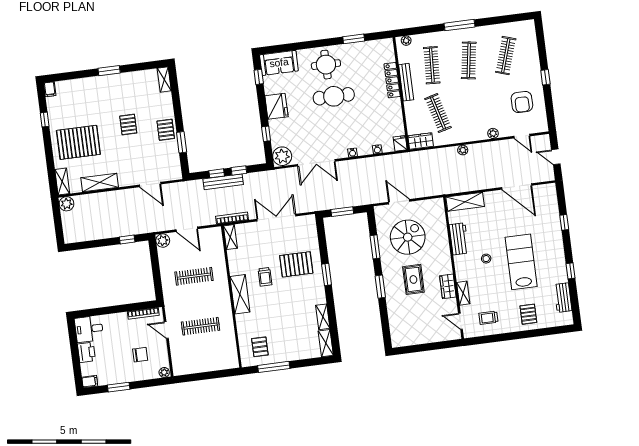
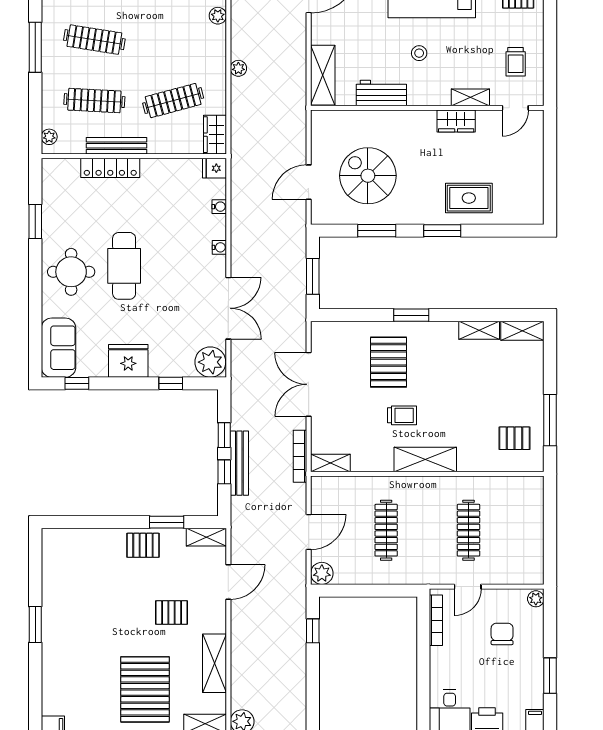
shelving: (164, 80) -> (206, 537), moved
pallet: (128, 125) -> (172, 613), moved
rug: (413, 279) -> (469, 198), moved

